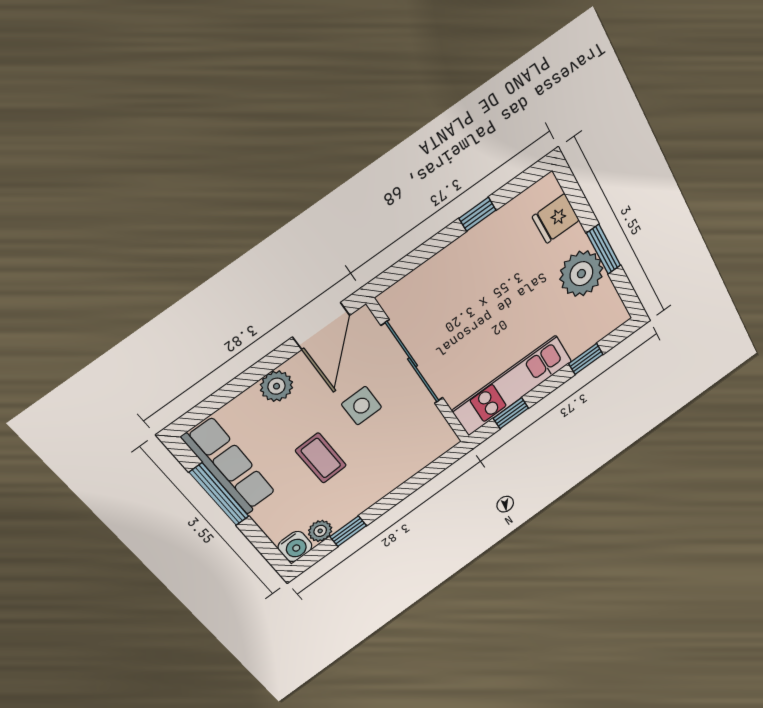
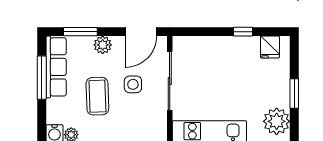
fridge: (556, 219) -> (270, 47), moved, turned -90
plant: (581, 274) -> (277, 121), moved
window: (228, 393) -> (80, 32), added
coffee table: (321, 458) -> (97, 96), width x1.36, depth x1.30

